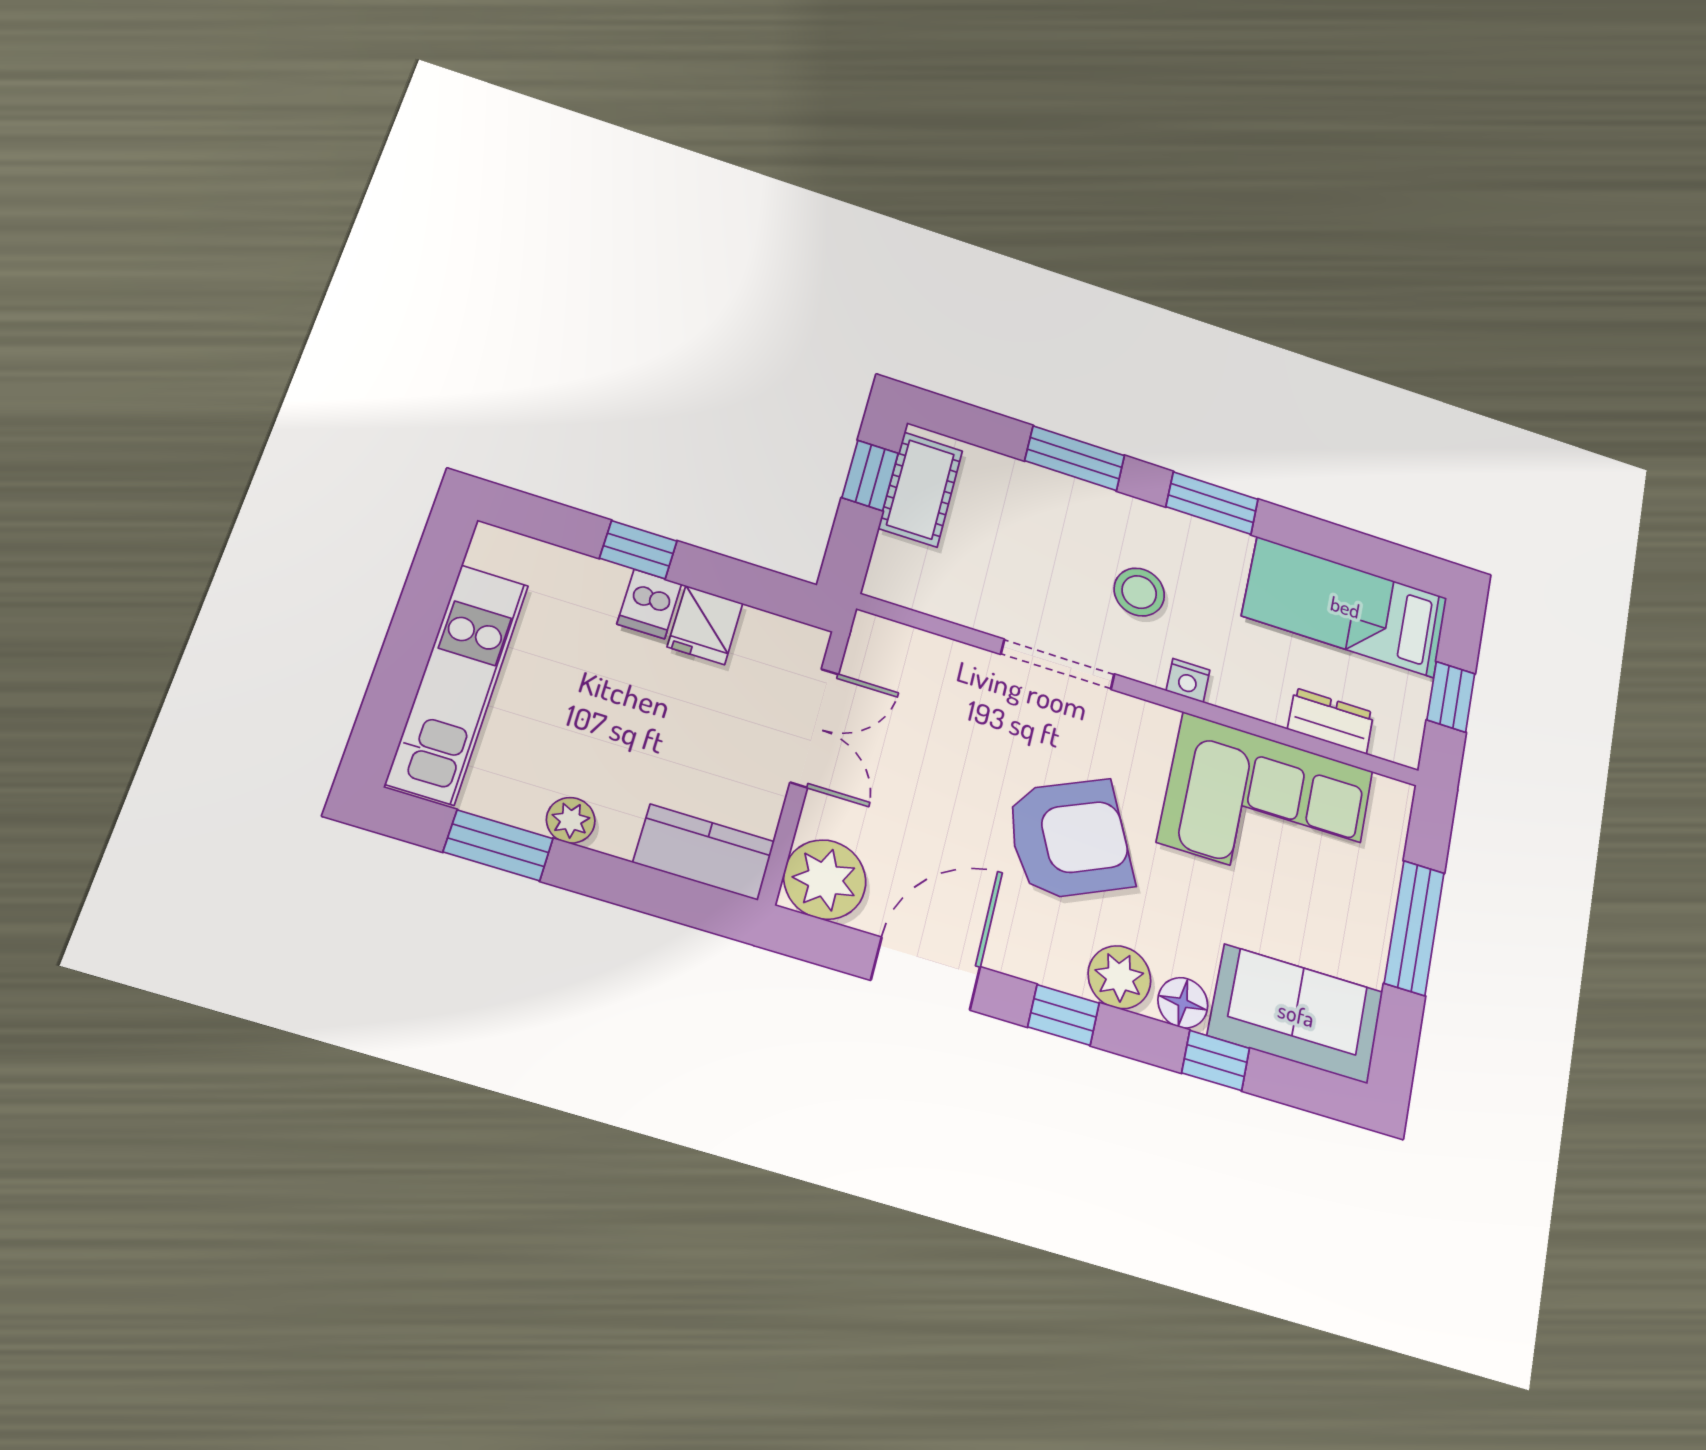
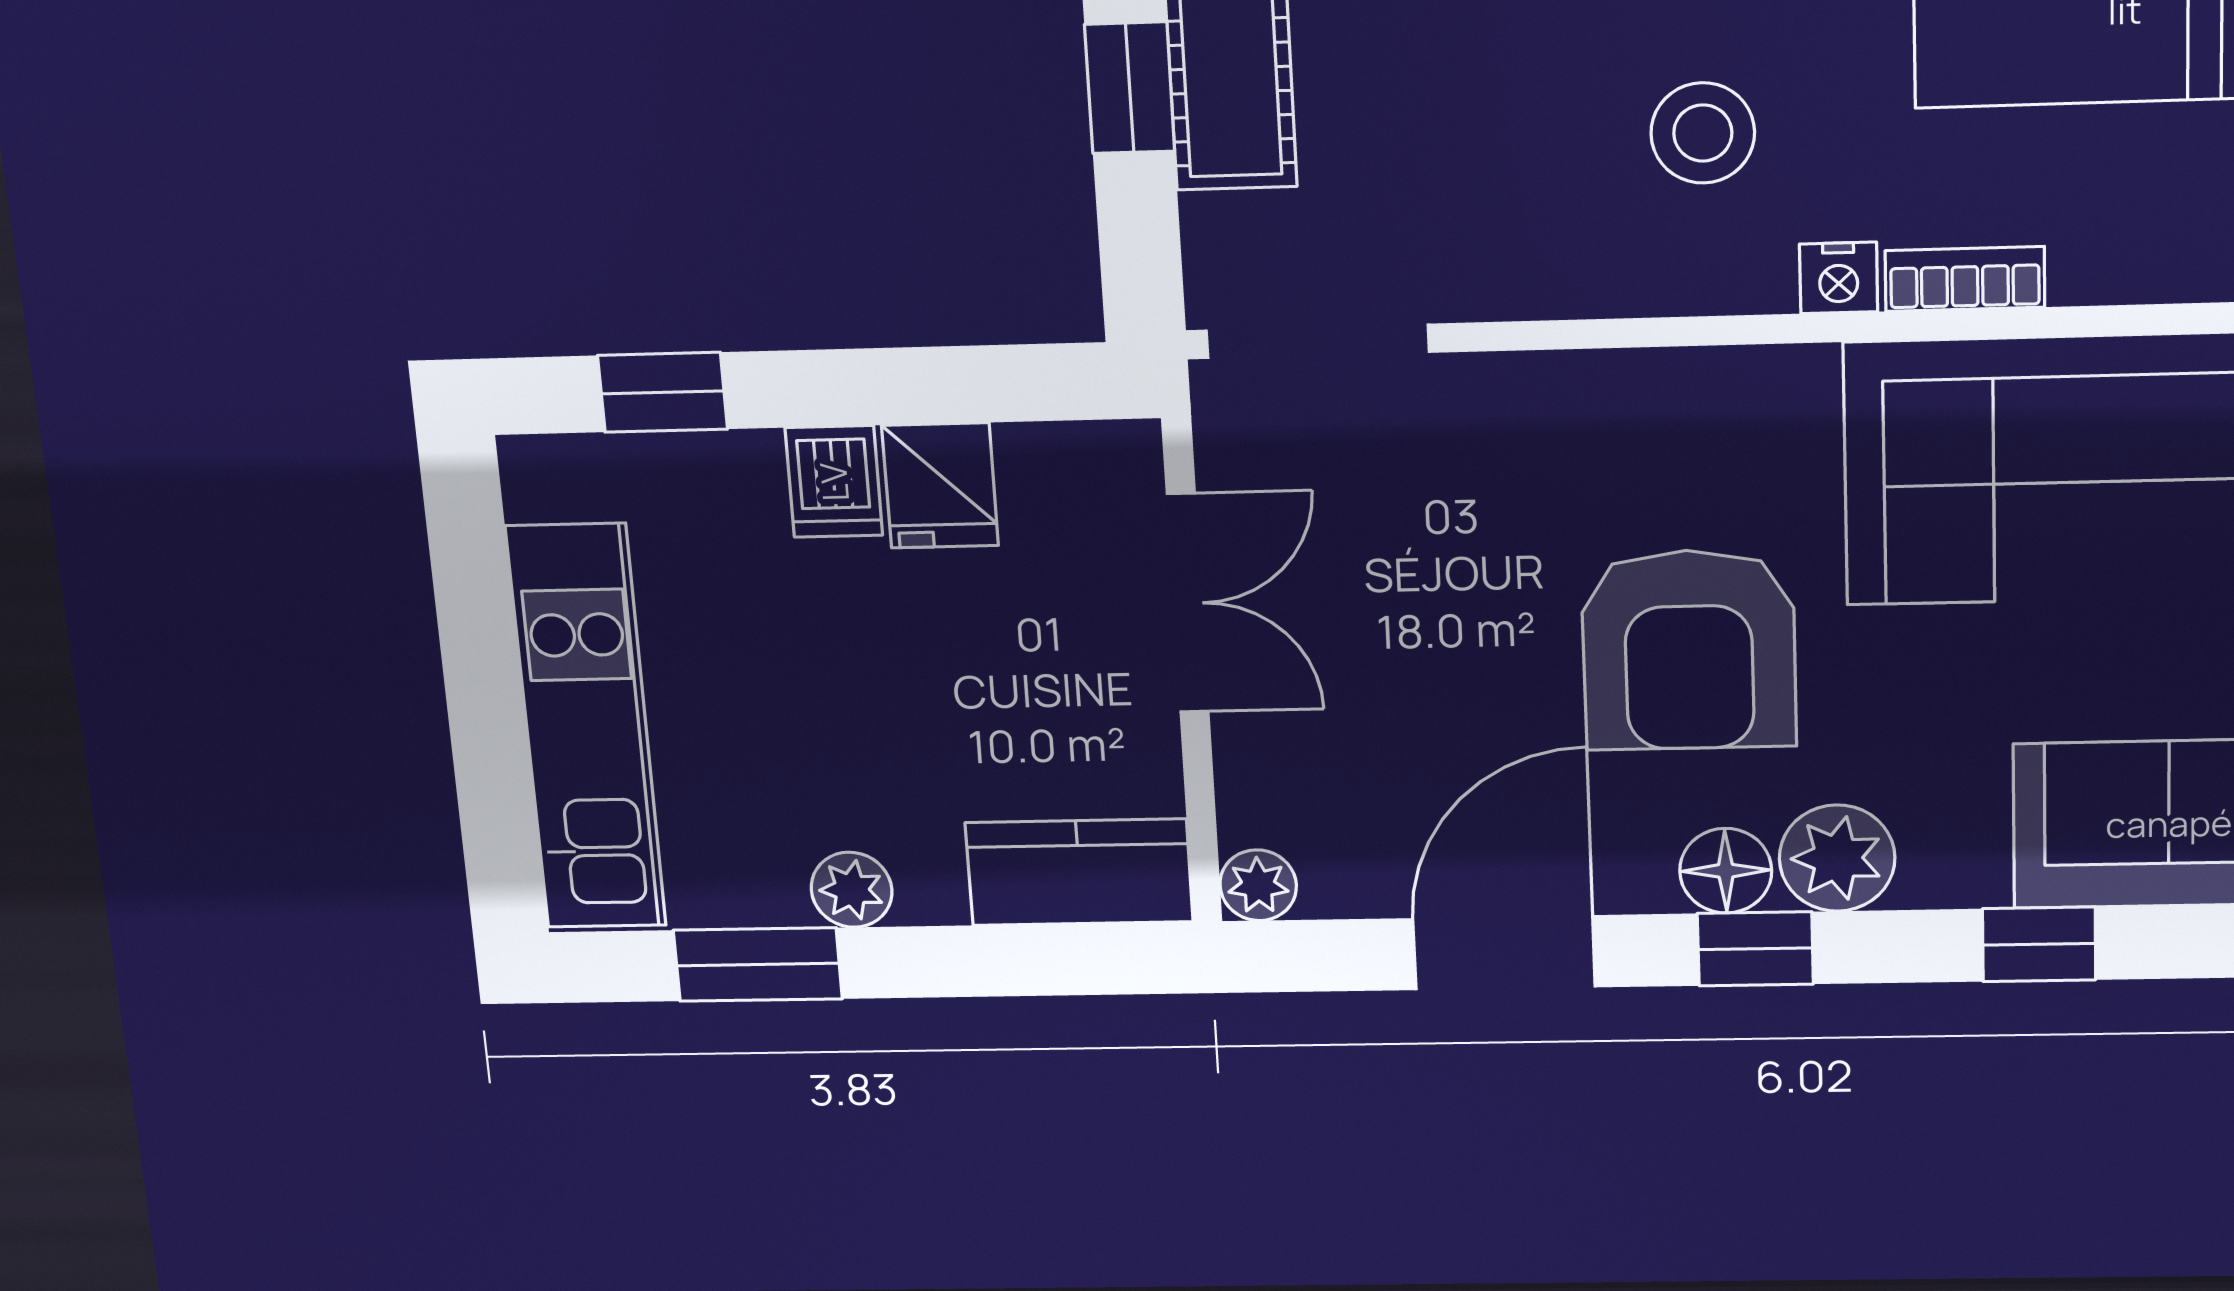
window: (638, 550) -> (663, 392), moved
doorway: (1058, 664) -> (1318, 341), moved
bookcase: (1248, 702) -> (1965, 279), added
dresser: (1331, 721) -> (2137, 260), removed
armchair: (1069, 839) -> (1689, 650), turned 115
plant: (825, 879) -> (1258, 885), width x0.53, depth x0.53
floor lamp: (1183, 1003) -> (1726, 871), moved

